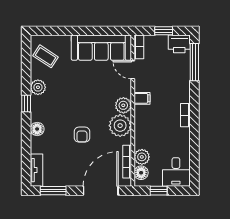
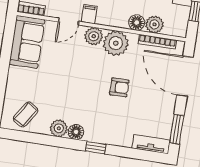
sofa: (101, 48) -> (27, 42), width x0.73
door: (133, 70) -> (69, 22), moved
window: (26, 104) -> (96, 148), moved
floor lamp: (37, 129) -> (76, 132), moved
floor lamp: (141, 173) -> (137, 23), moved

